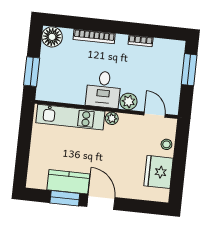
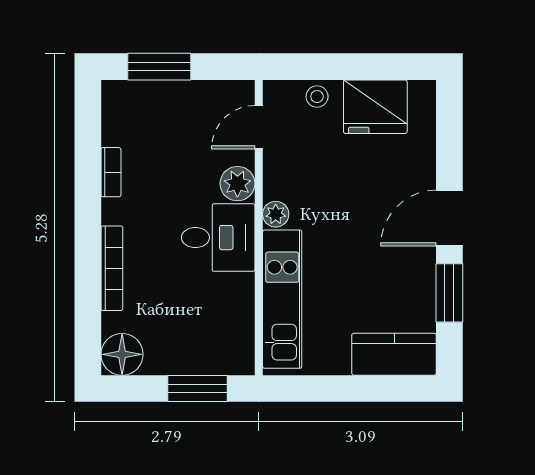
kitchen counter: (68, 182) -> (394, 354), moved, turned 90

